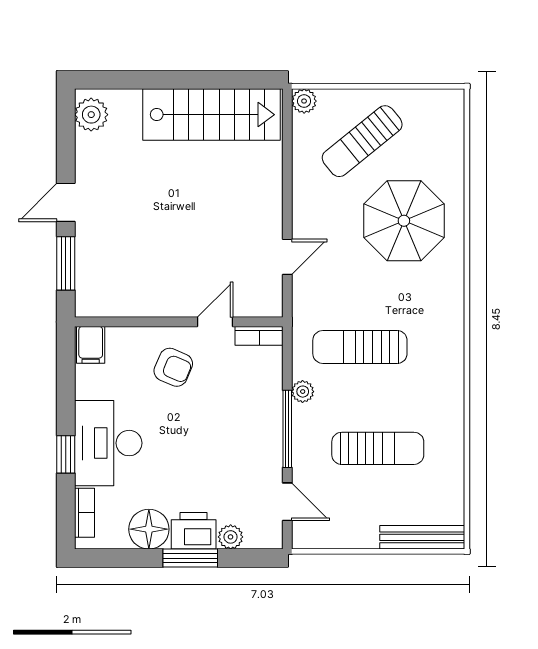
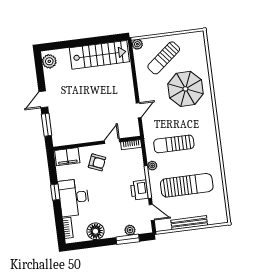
filing cabinet: (91, 345) -> (67, 157), width x2.00
sun lounger: (378, 448) -> (187, 185), width x1.36, depth x1.34
window: (66, 454) -> (55, 192), moved
printer: (194, 531) -> (139, 190), moved, turned -90
bench: (422, 537) -> (189, 223), moved
window: (190, 558) -> (128, 239), moved

